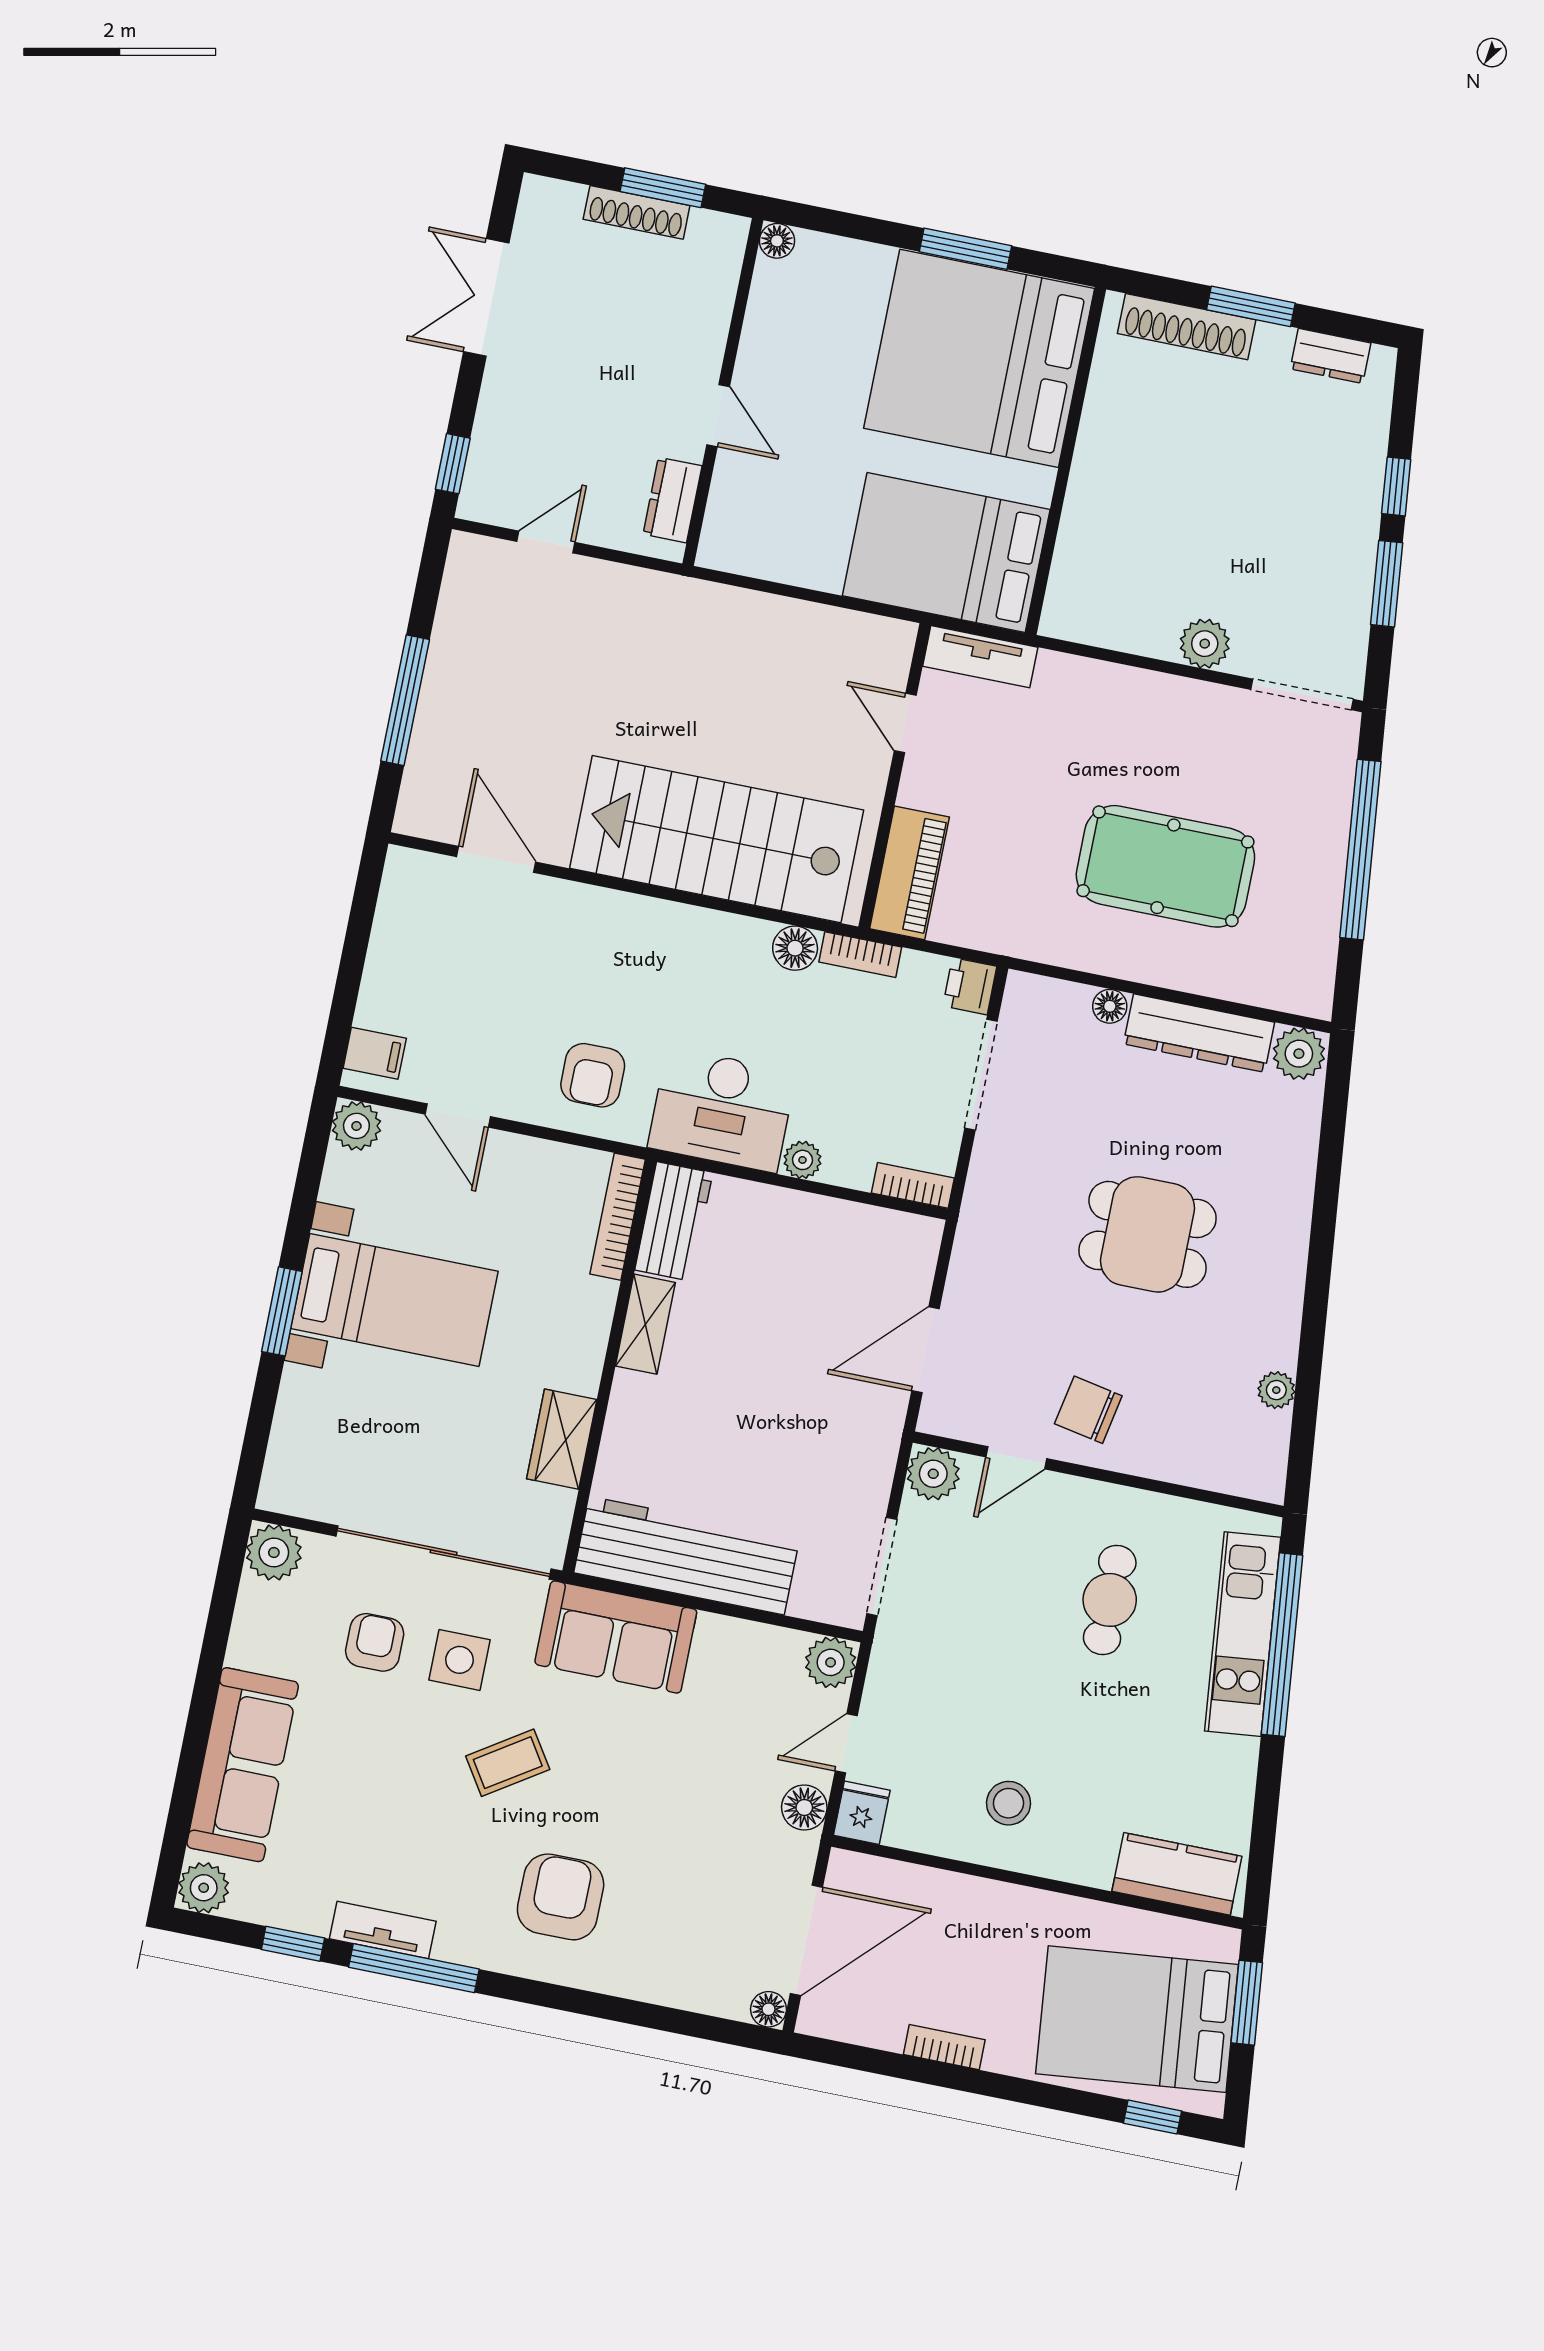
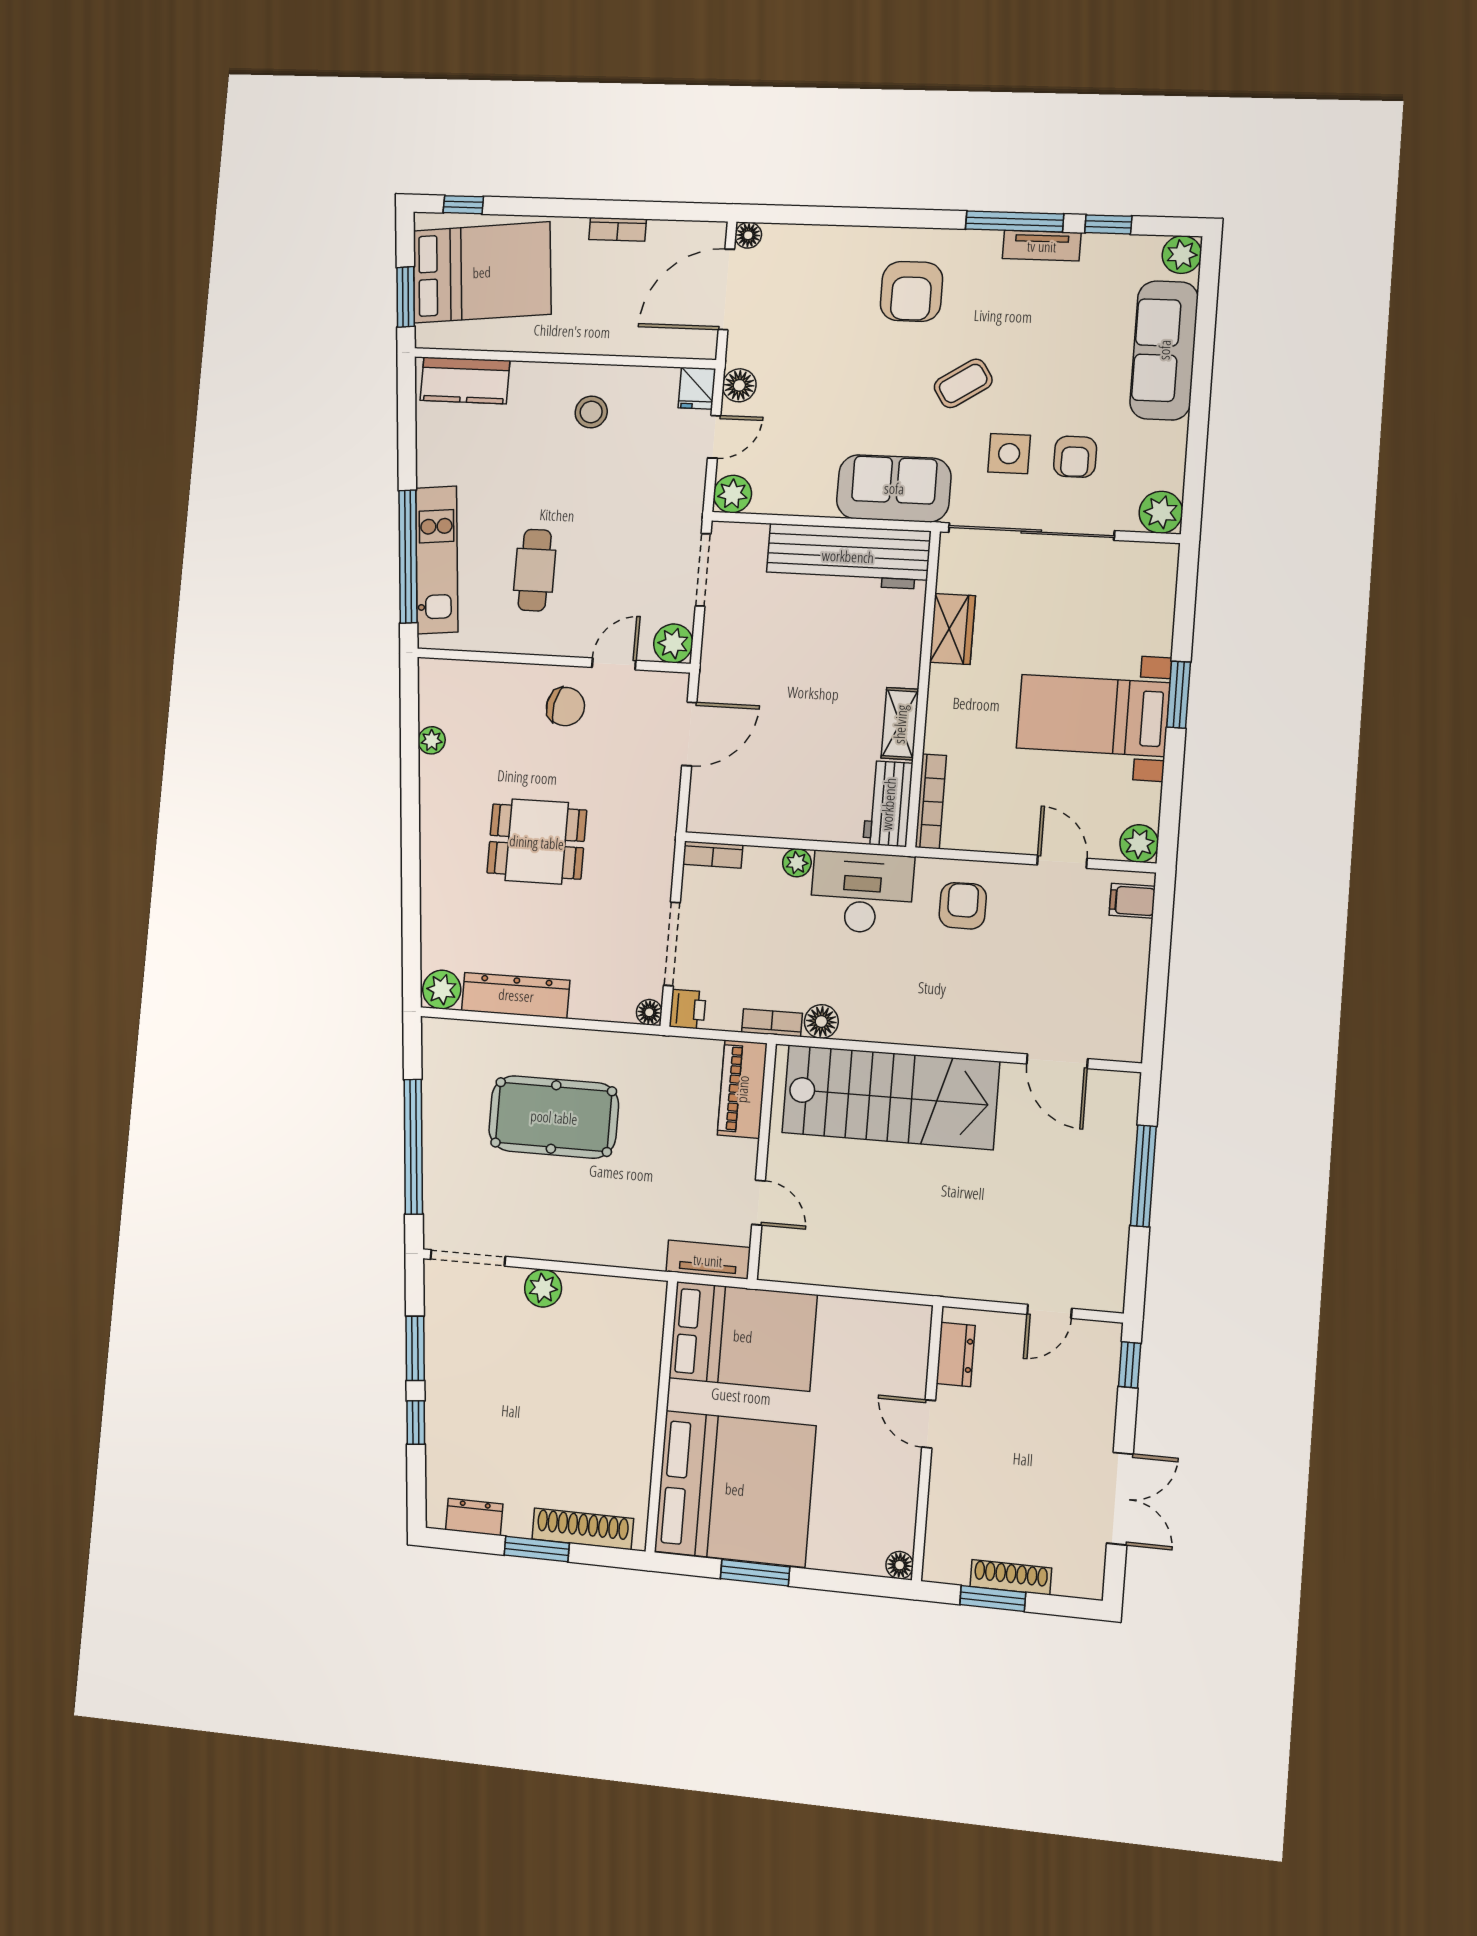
floor lamp: (1110, 1006) -> (649, 1012), moved

